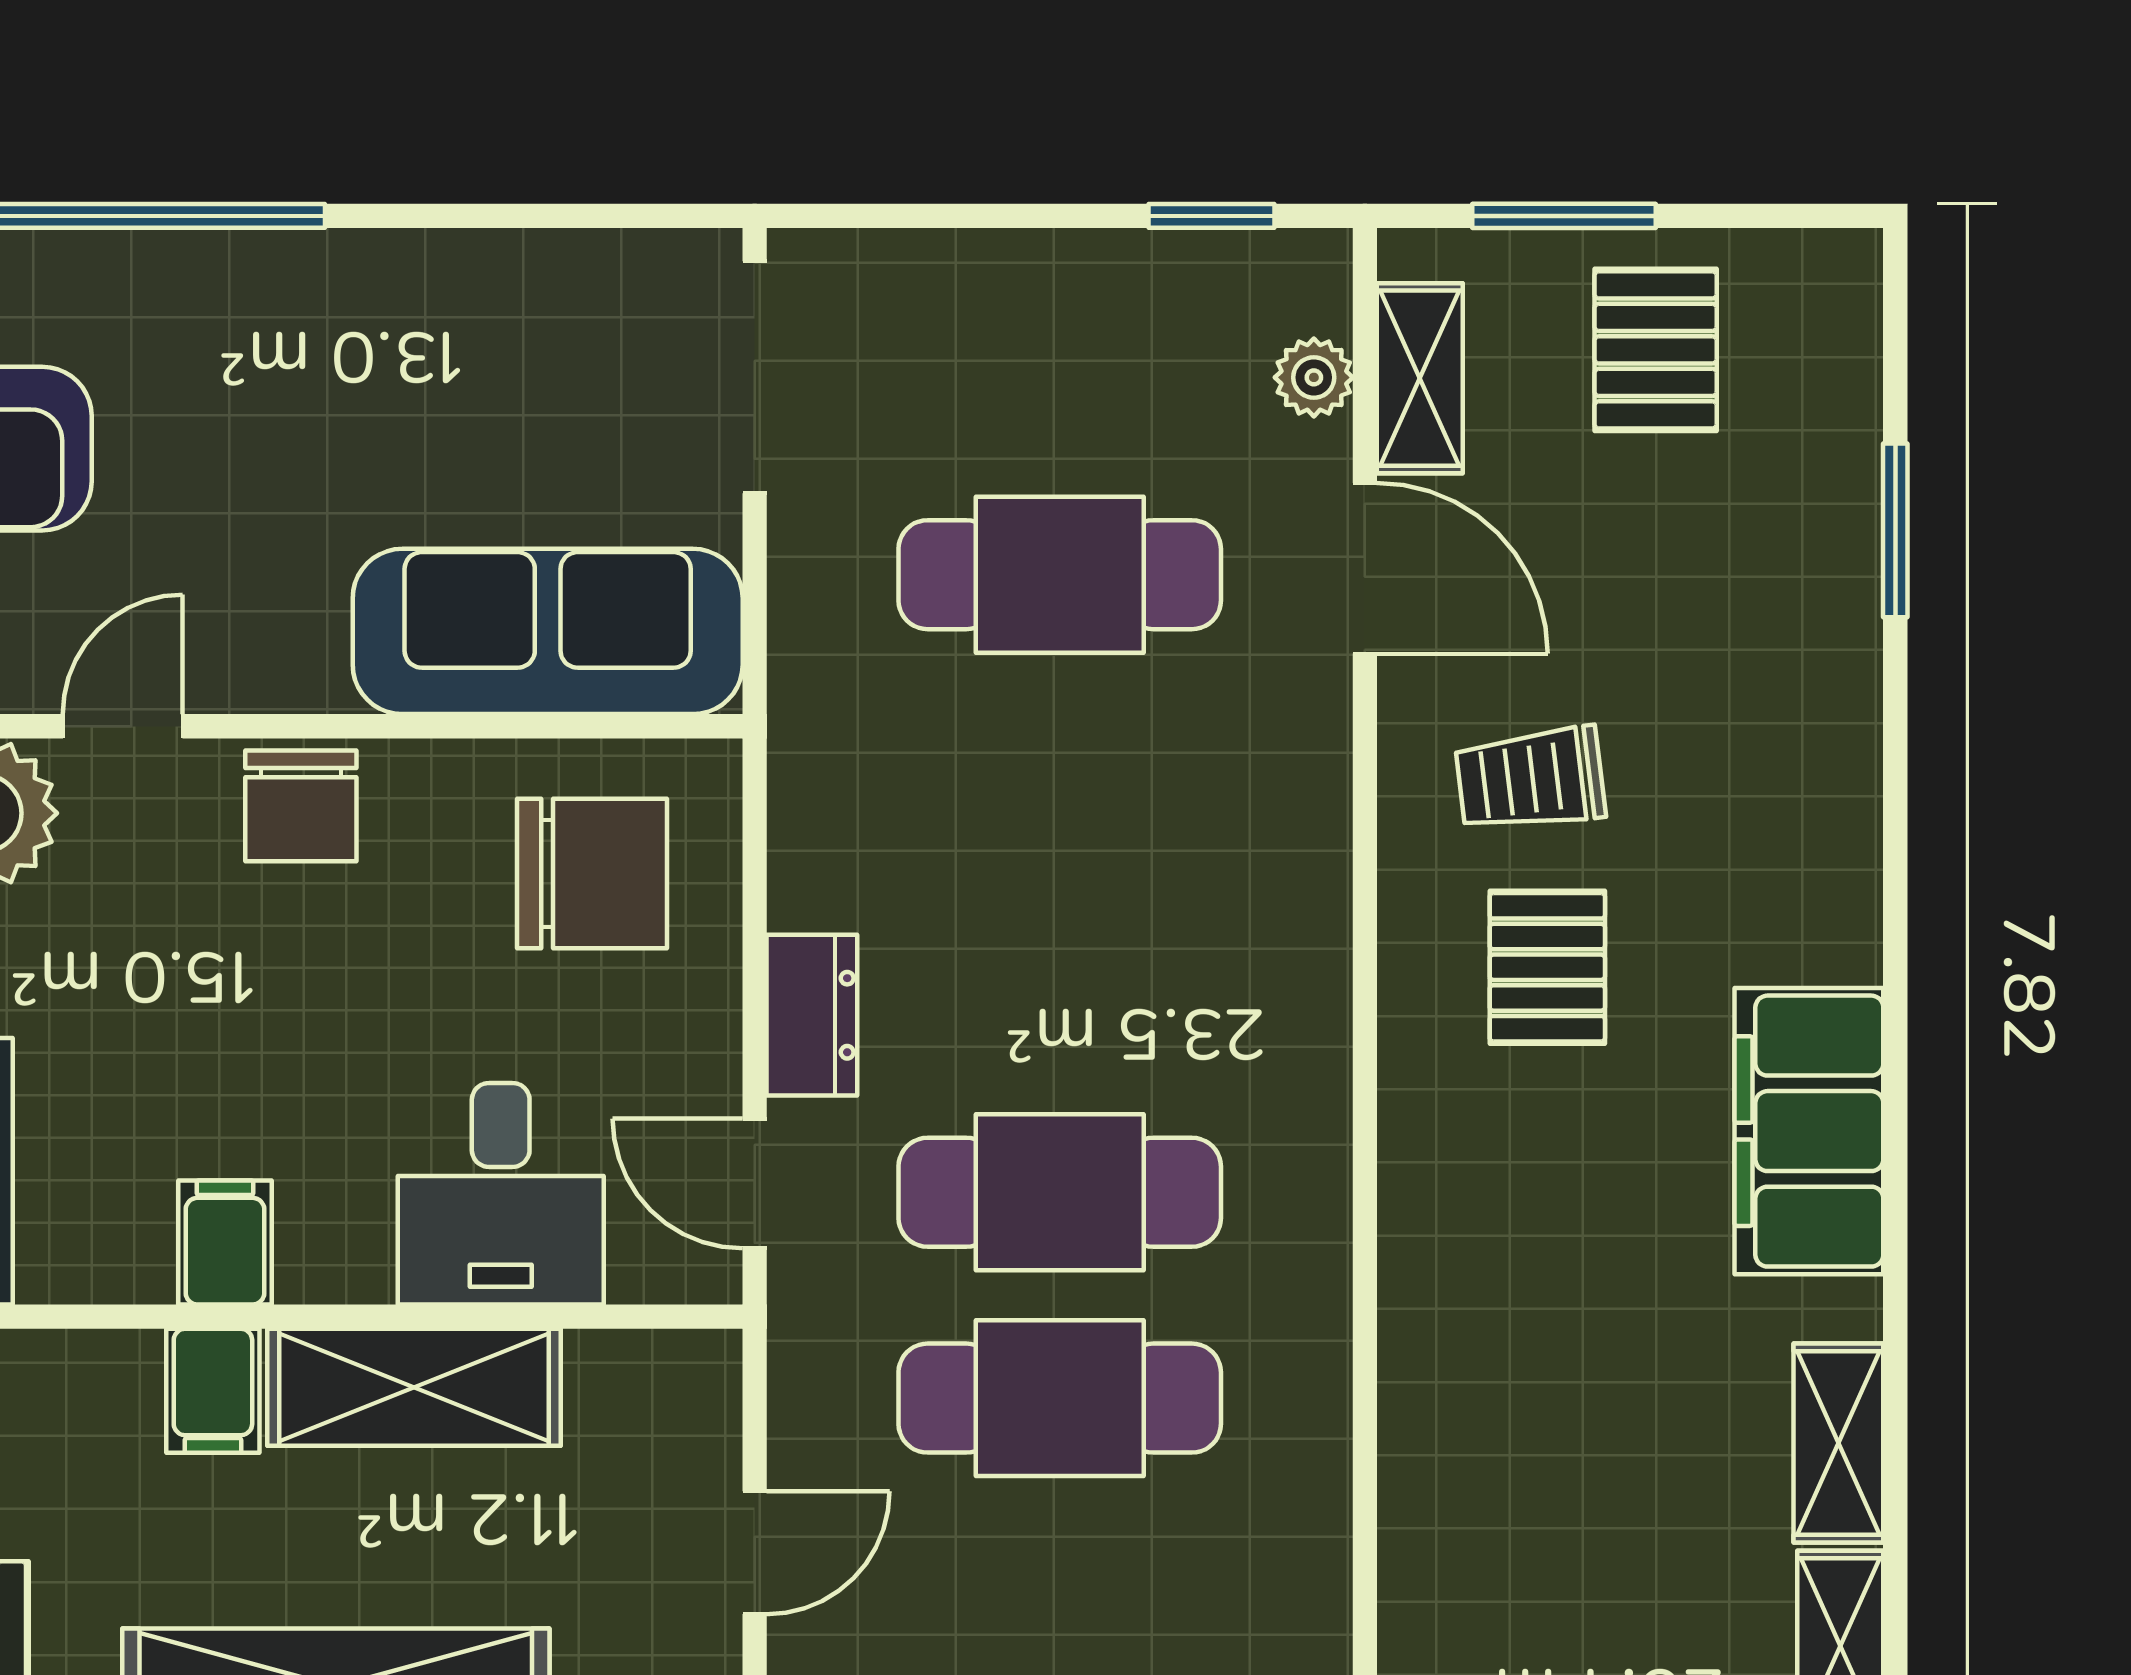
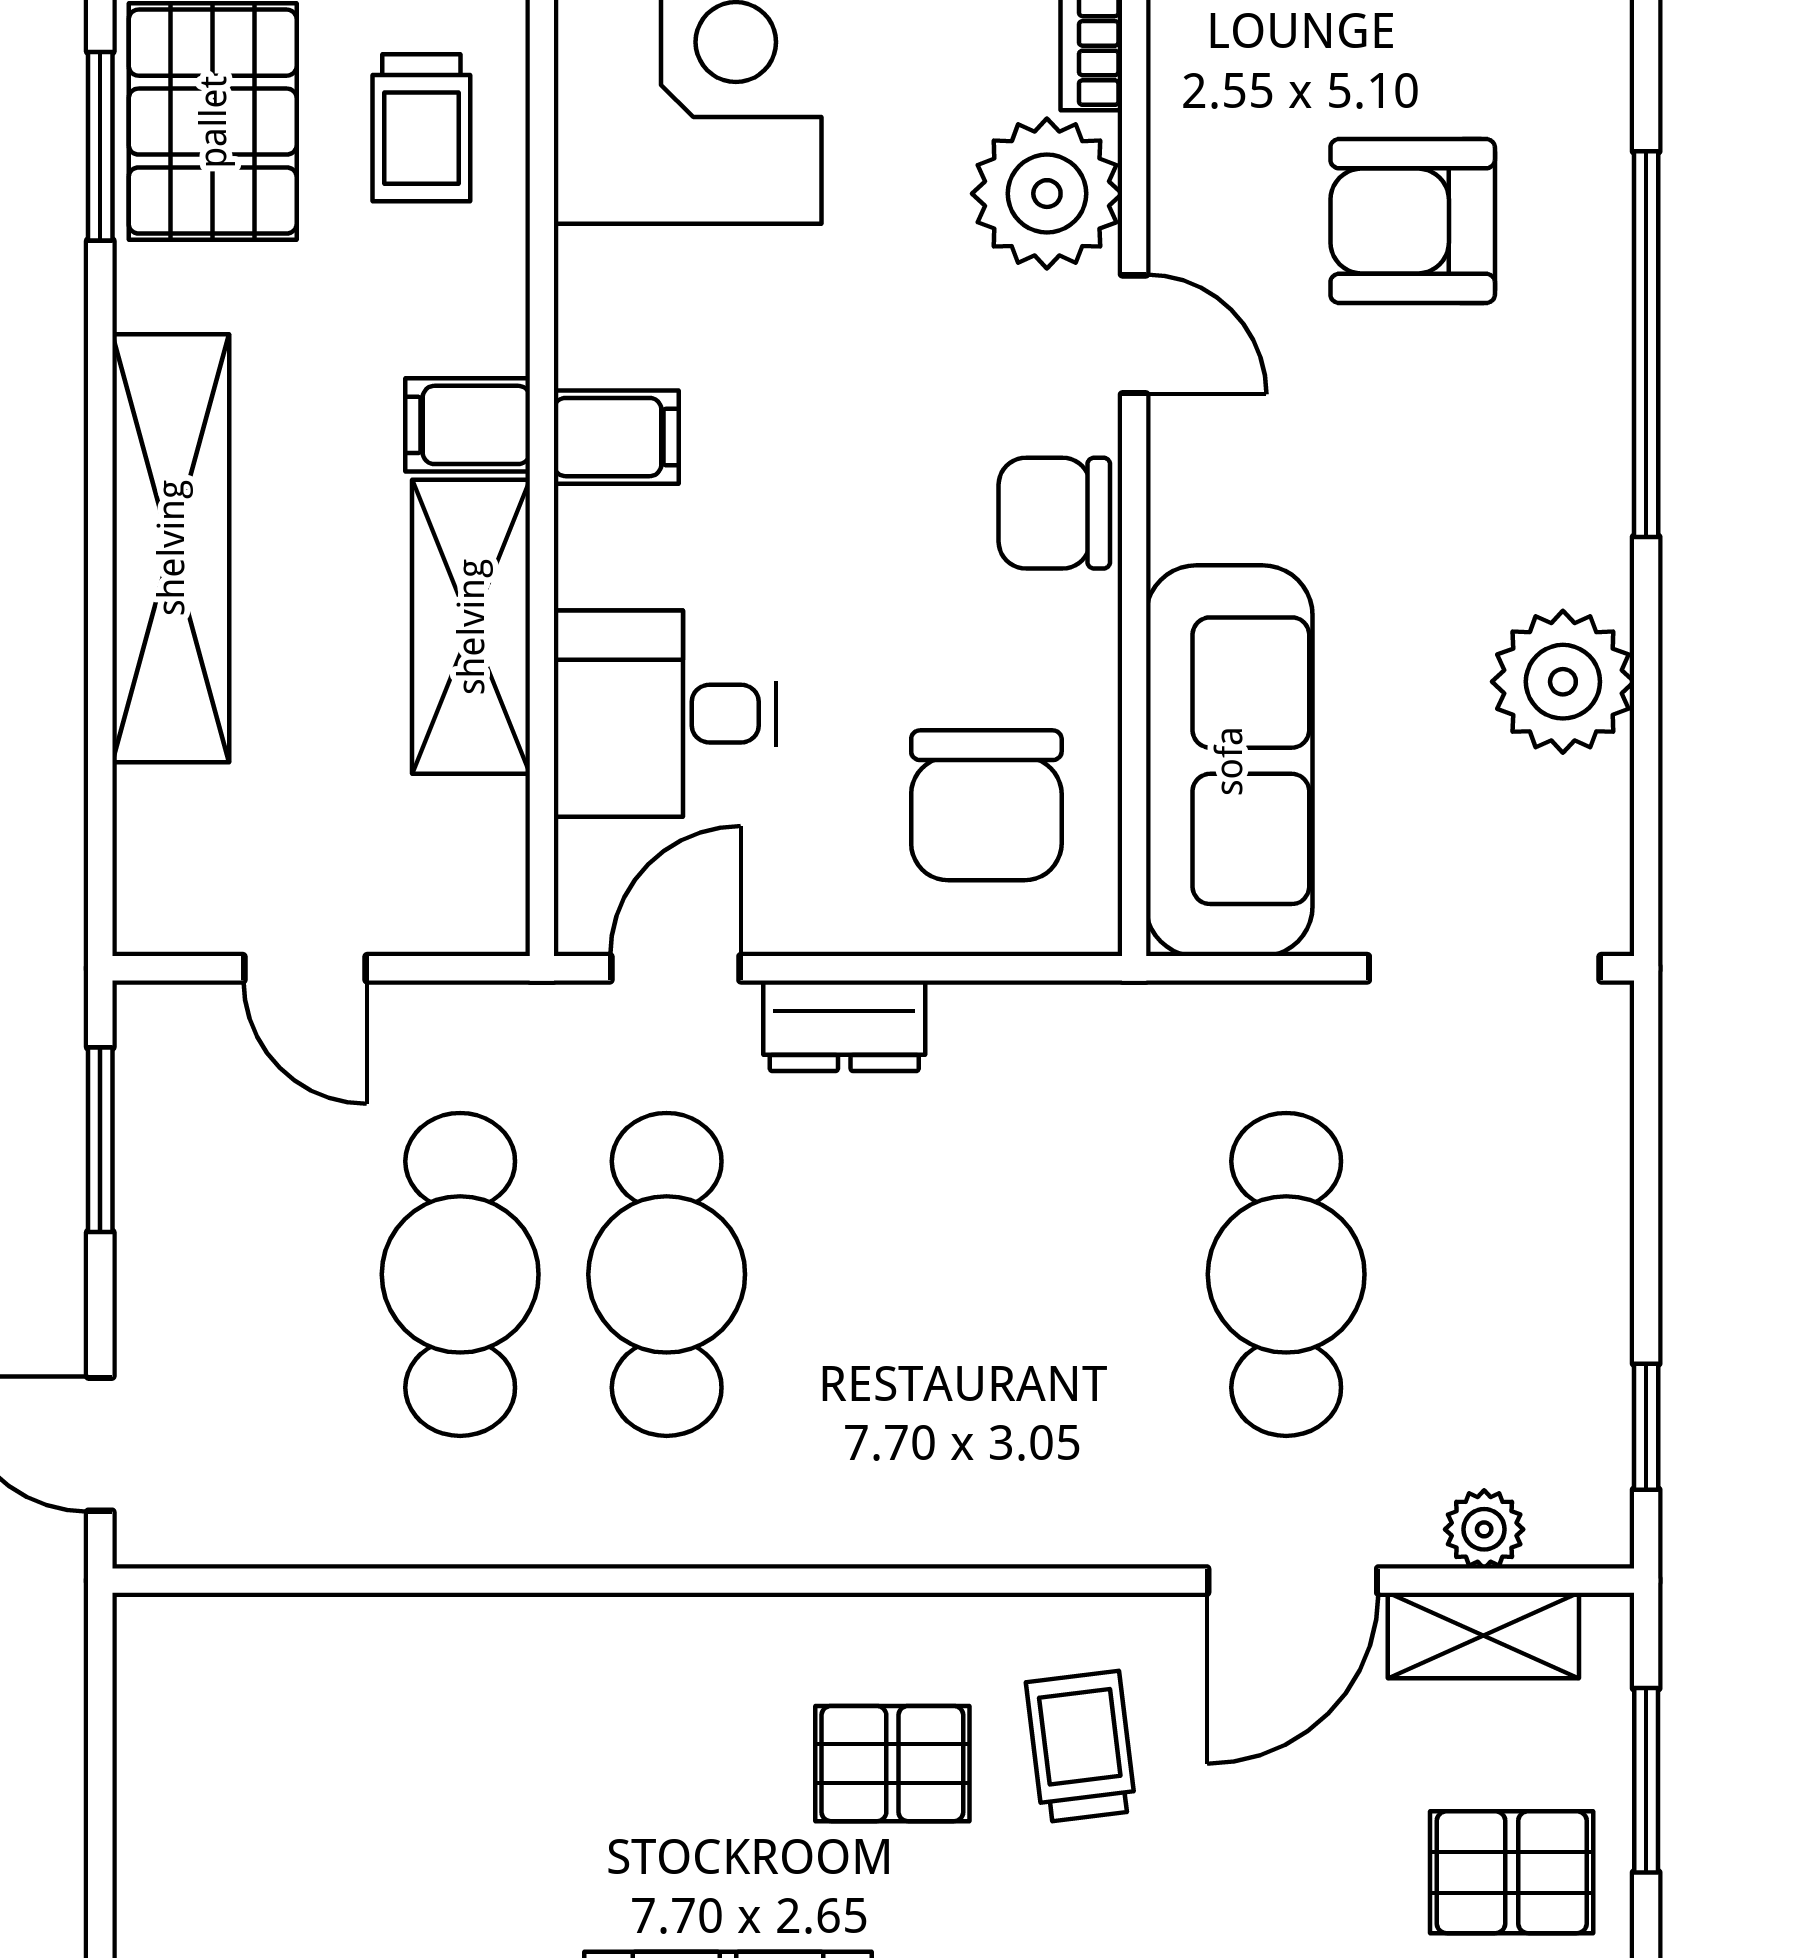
plant: (469, 299) -> (1563, 682), added

